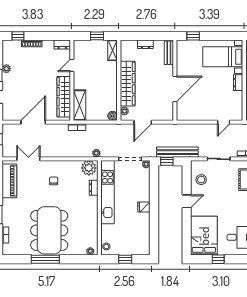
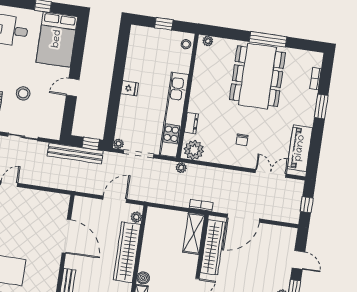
door: (175, 89) -> (66, 236), swing flipped
boiler: (113, 116) -> (143, 278), moved
door: (33, 122) -> (243, 218), moved
double door: (28, 159) -> (271, 173), swing flipped
stool: (201, 180) -> (23, 93), moved

